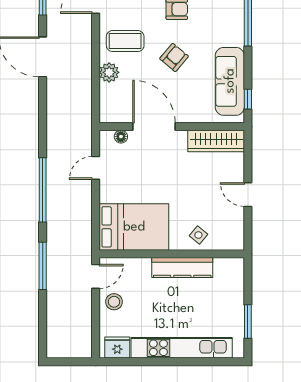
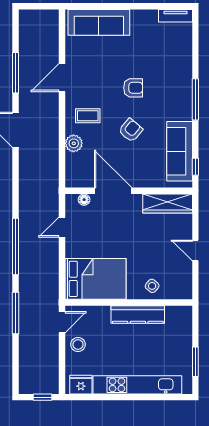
coffee table: (125, 41) -> (88, 116), width x0.73, depth x0.77
window: (74, 362) -> (43, 397), added

